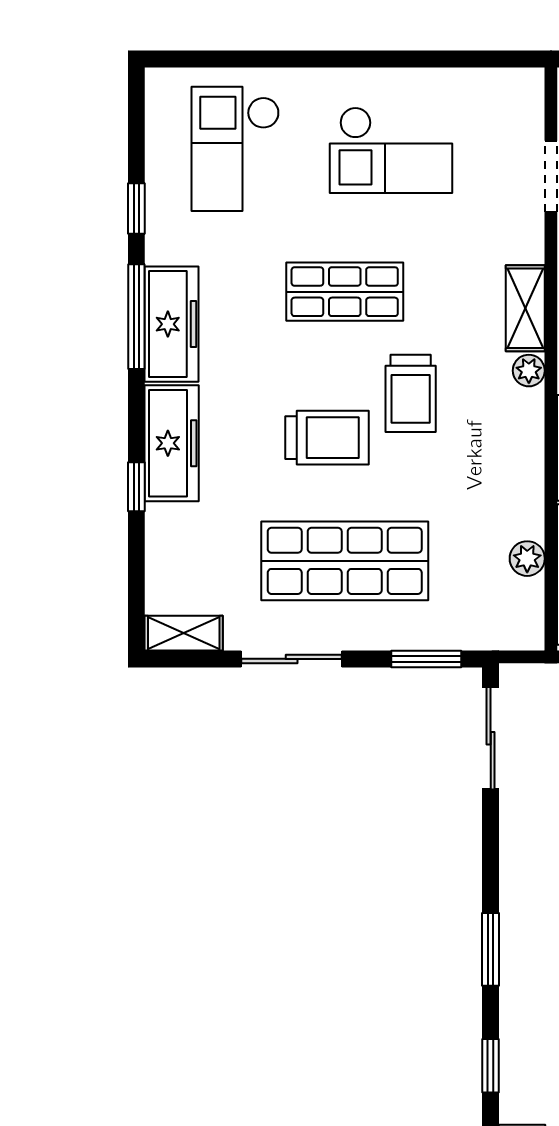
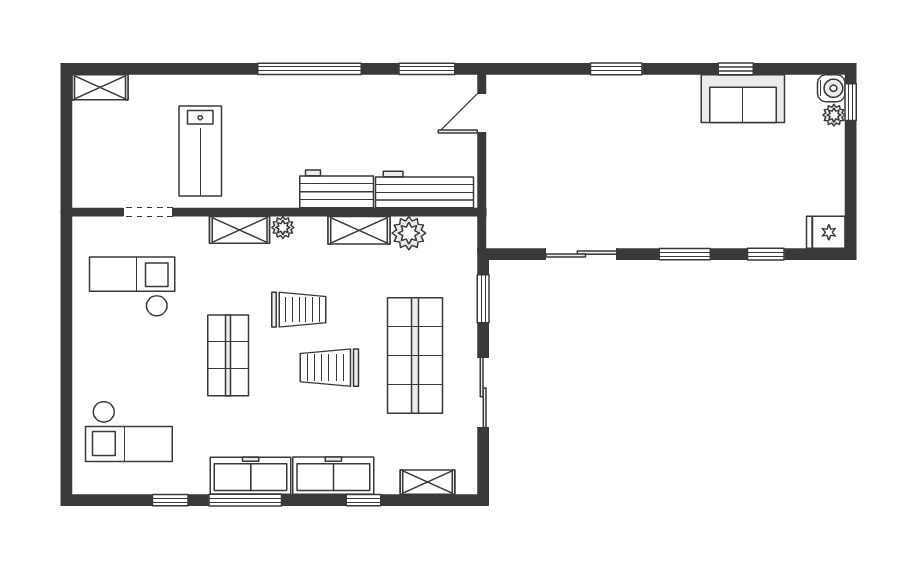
checkout: (391, 150) -> (132, 287), moved, turned -90
trolley: (327, 438) -> (329, 368), turned -90
shelving: (525, 480) -> (359, 230), added
plant: (527, 559) -> (409, 233), width x1.38, depth x1.38
shelving: (184, 633) -> (427, 482), moved, turned 90
sliding door: (491, 738) -> (581, 254), moved

